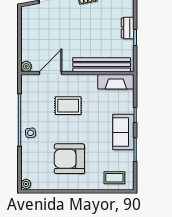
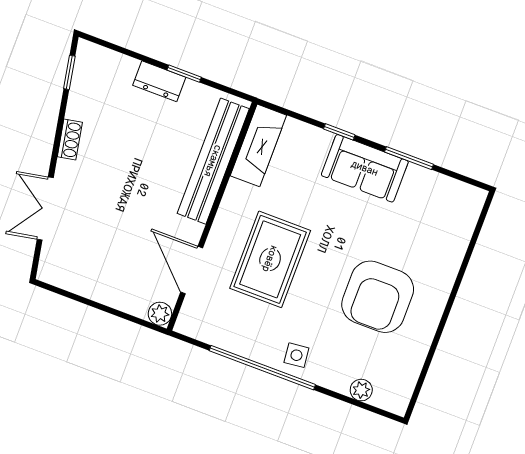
rug: (68, 106) -> (270, 259), width x1.36, depth x1.43
coffee table: (114, 178) -> (450, 221), removed
plant: (26, 184) -> (361, 390), moved

